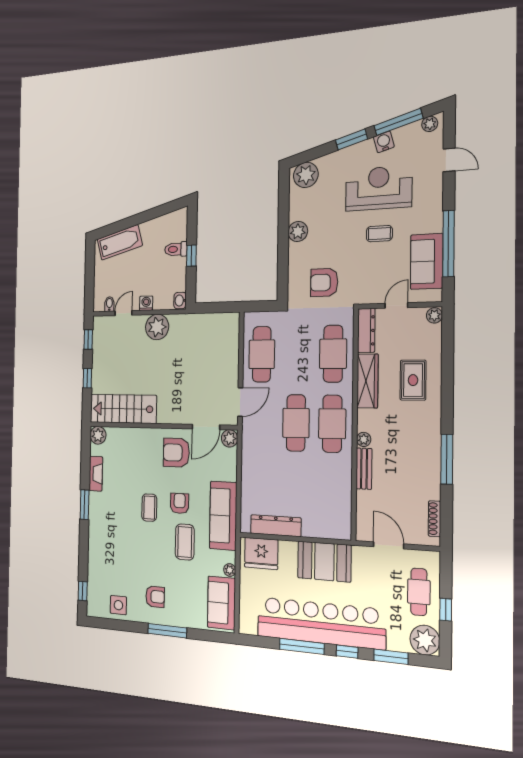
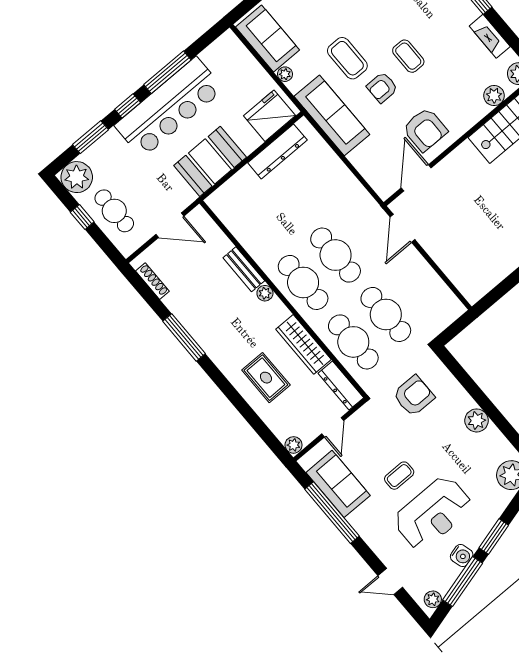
cafe table: (262, 354) -> (386, 314), moved
plant: (230, 438) -> (494, 96), moved
armchair: (176, 453) -> (425, 130), turned 90
armchair: (180, 503) -> (382, 87), turned 90
bar counter: (320, 623) -> (169, 107), width x0.73

